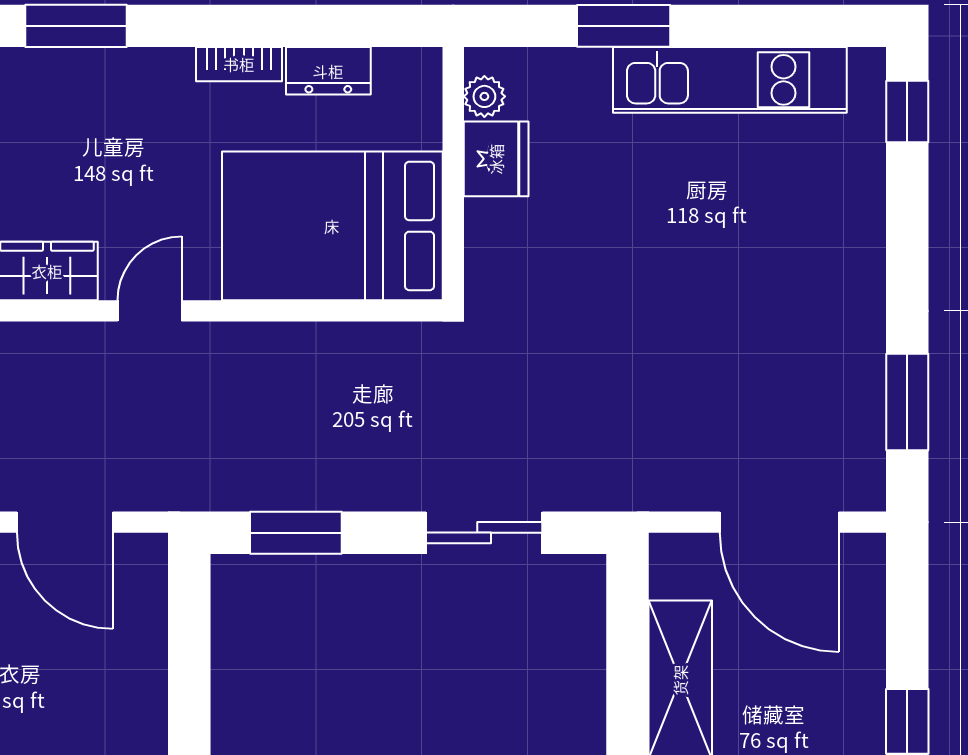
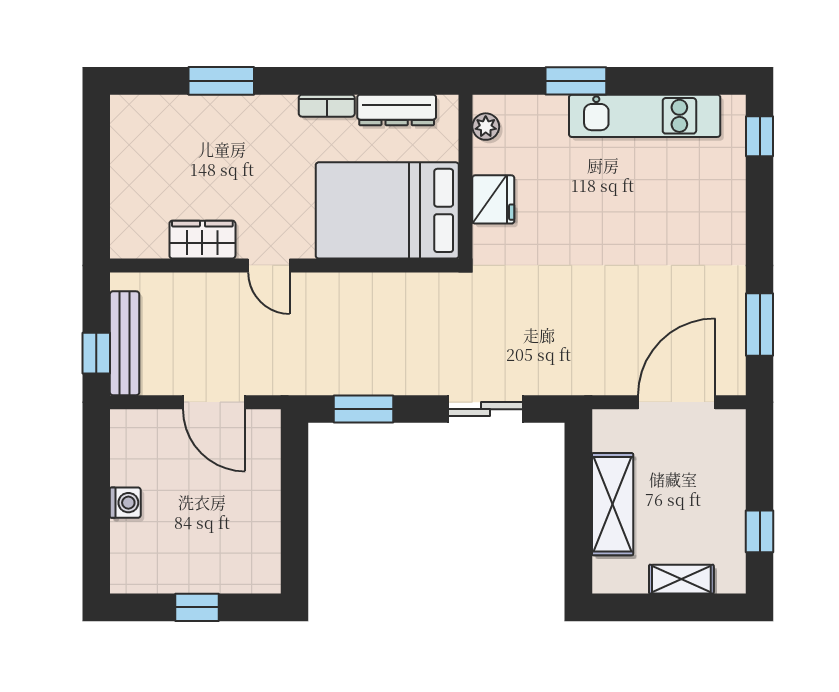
dresser: (328, 71) -> (397, 110), width x1.44
fridge: (496, 159) -> (493, 199), moved
door: (150, 311) -> (269, 265), swing flipped
door: (779, 522) -> (677, 402), swing flipped

